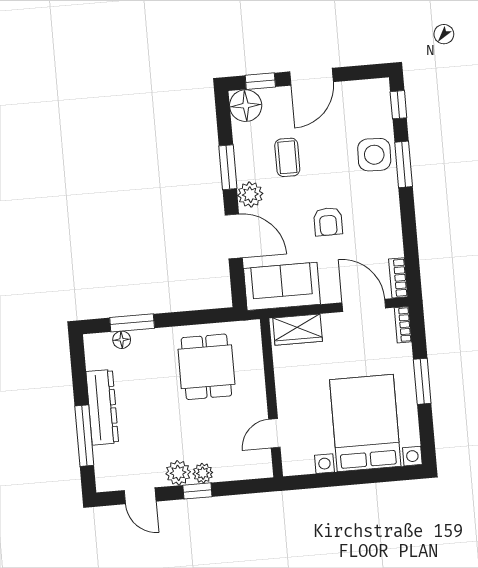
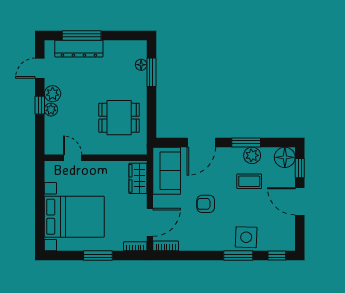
plant: (250, 195) -> (252, 155), moved
dresser: (102, 407) -> (79, 49), moved

